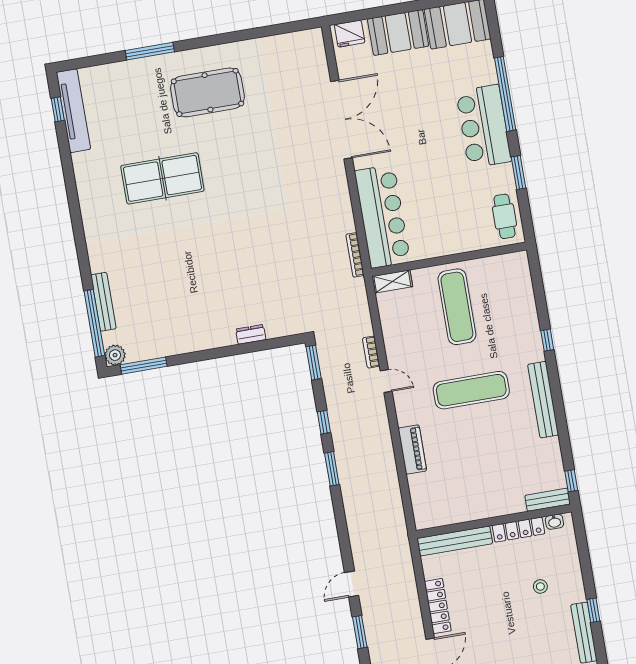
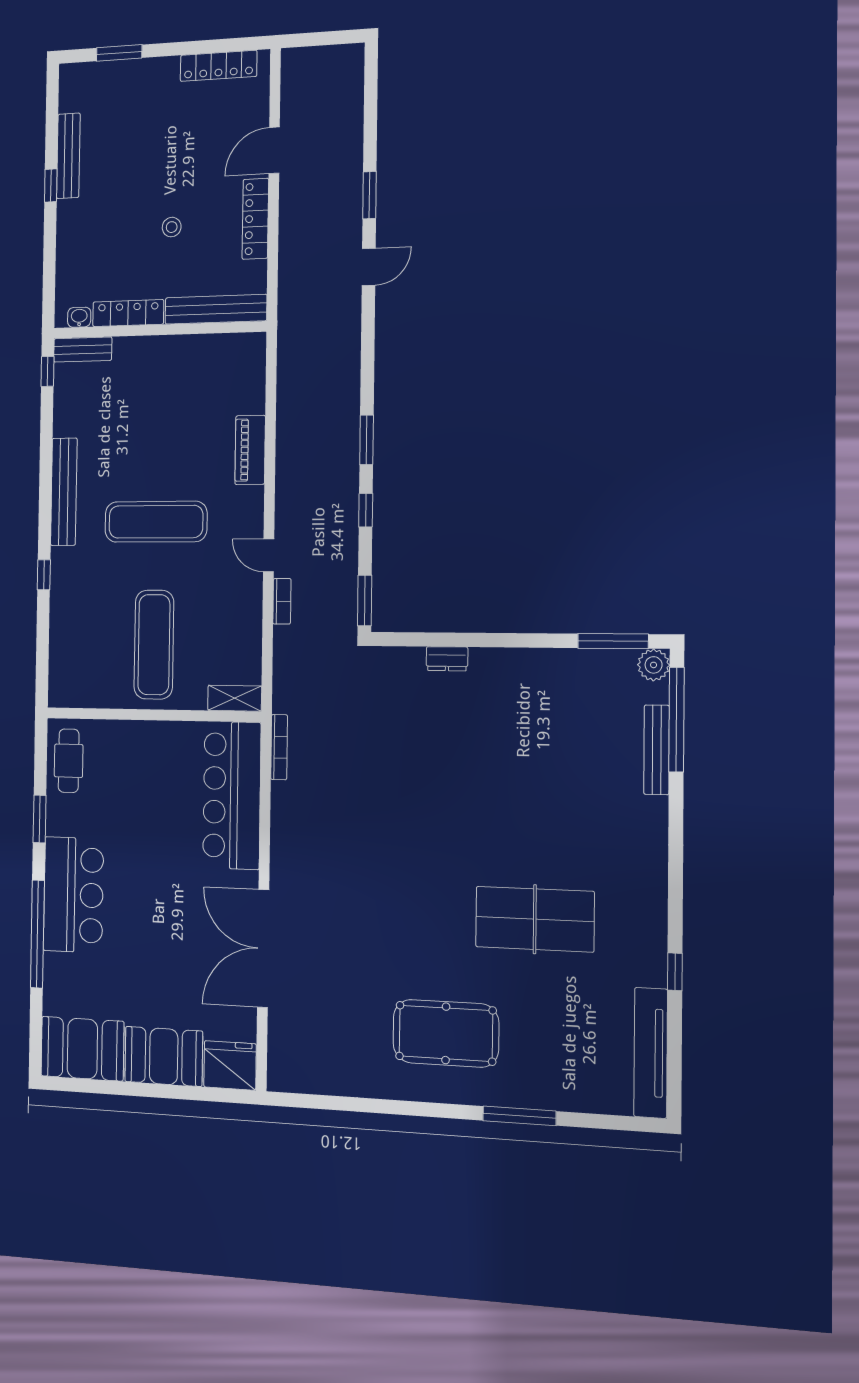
fridge: (350, 34) -> (230, 1065), width x1.36, depth x1.34
window: (58, 109) -> (675, 972), moved
stool: (540, 586) -> (172, 227), moved

